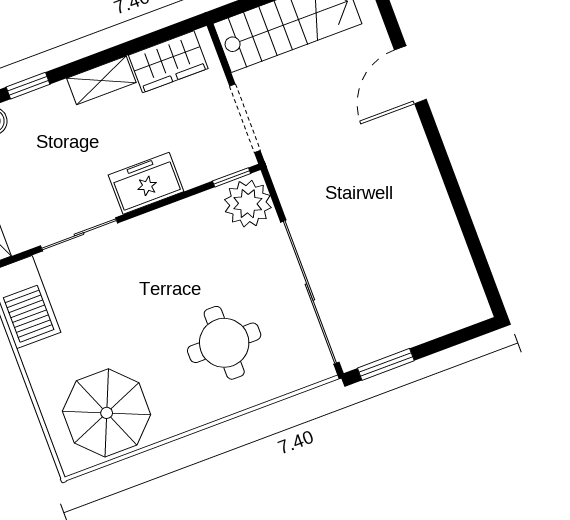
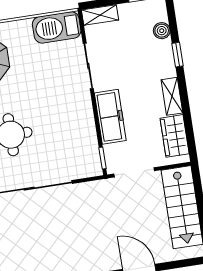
freezer: (146, 183) -> (110, 117), width x1.40
plant: (248, 204) -> (86, 164), removed

